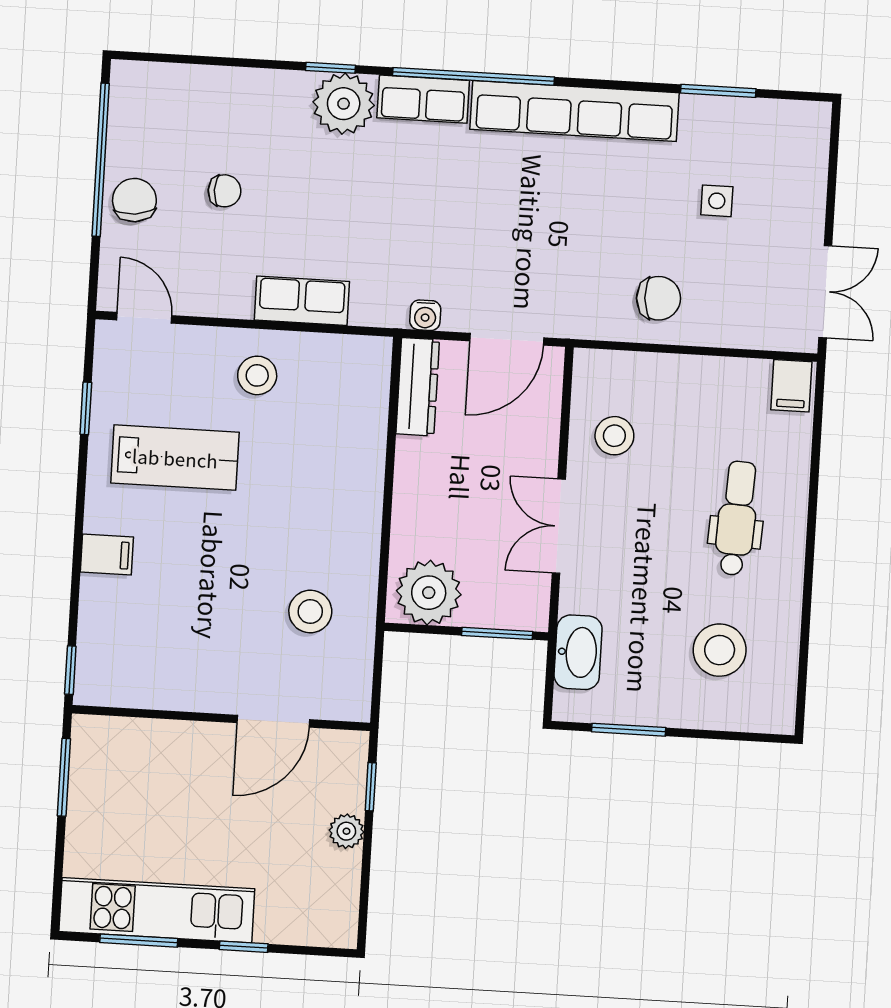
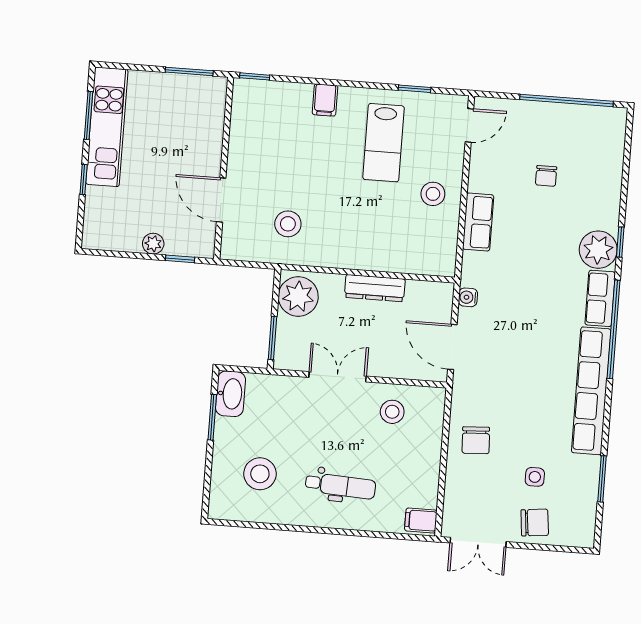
chair: (134, 200) -> (535, 523), moved
dresser: (418, 387) -> (375, 288), moved
washbasin: (578, 652) -> (230, 394), moved, turned -90

